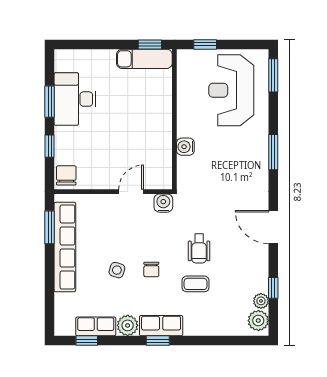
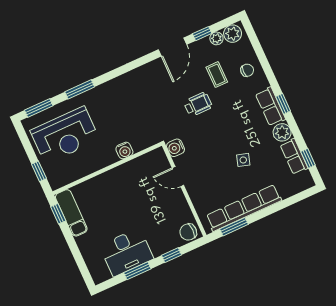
window: (273, 152) -> (80, 89), moved
door: (273, 227) -> (172, 47), moved
chair: (151, 269) -> (247, 70), moved
coffee table: (196, 284) -> (217, 75), moved

